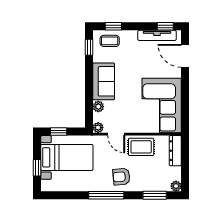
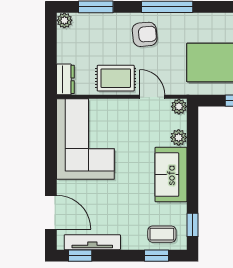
dresser: (175, 151) -> (65, 79), width x0.70

